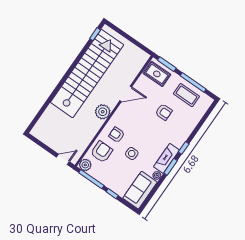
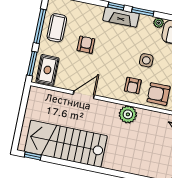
stairs: (87, 74) -> (66, 144), width x0.73
door: (126, 94) -> (84, 95), hinge flipped
plant: (103, 112) -> (128, 114), moved
fireplace: (166, 158) -> (121, 17), moved

